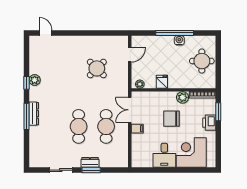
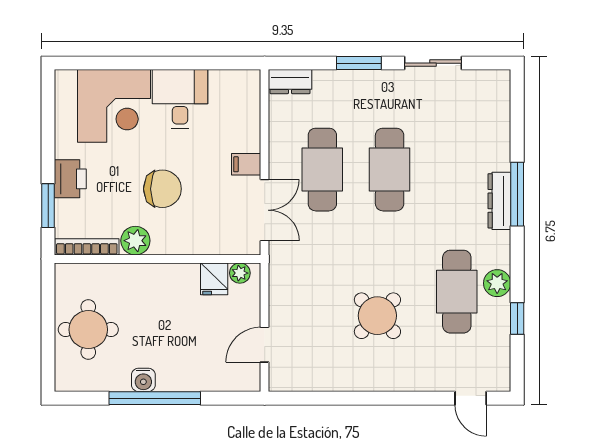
round table: (97, 68) -> (377, 316), moved
cafe table: (51, 77) -> (457, 292), added
fridge: (162, 82) -> (214, 279), moved
window: (26, 83) -> (517, 318), moved
dresser: (90, 162) -> (290, 82), moved

